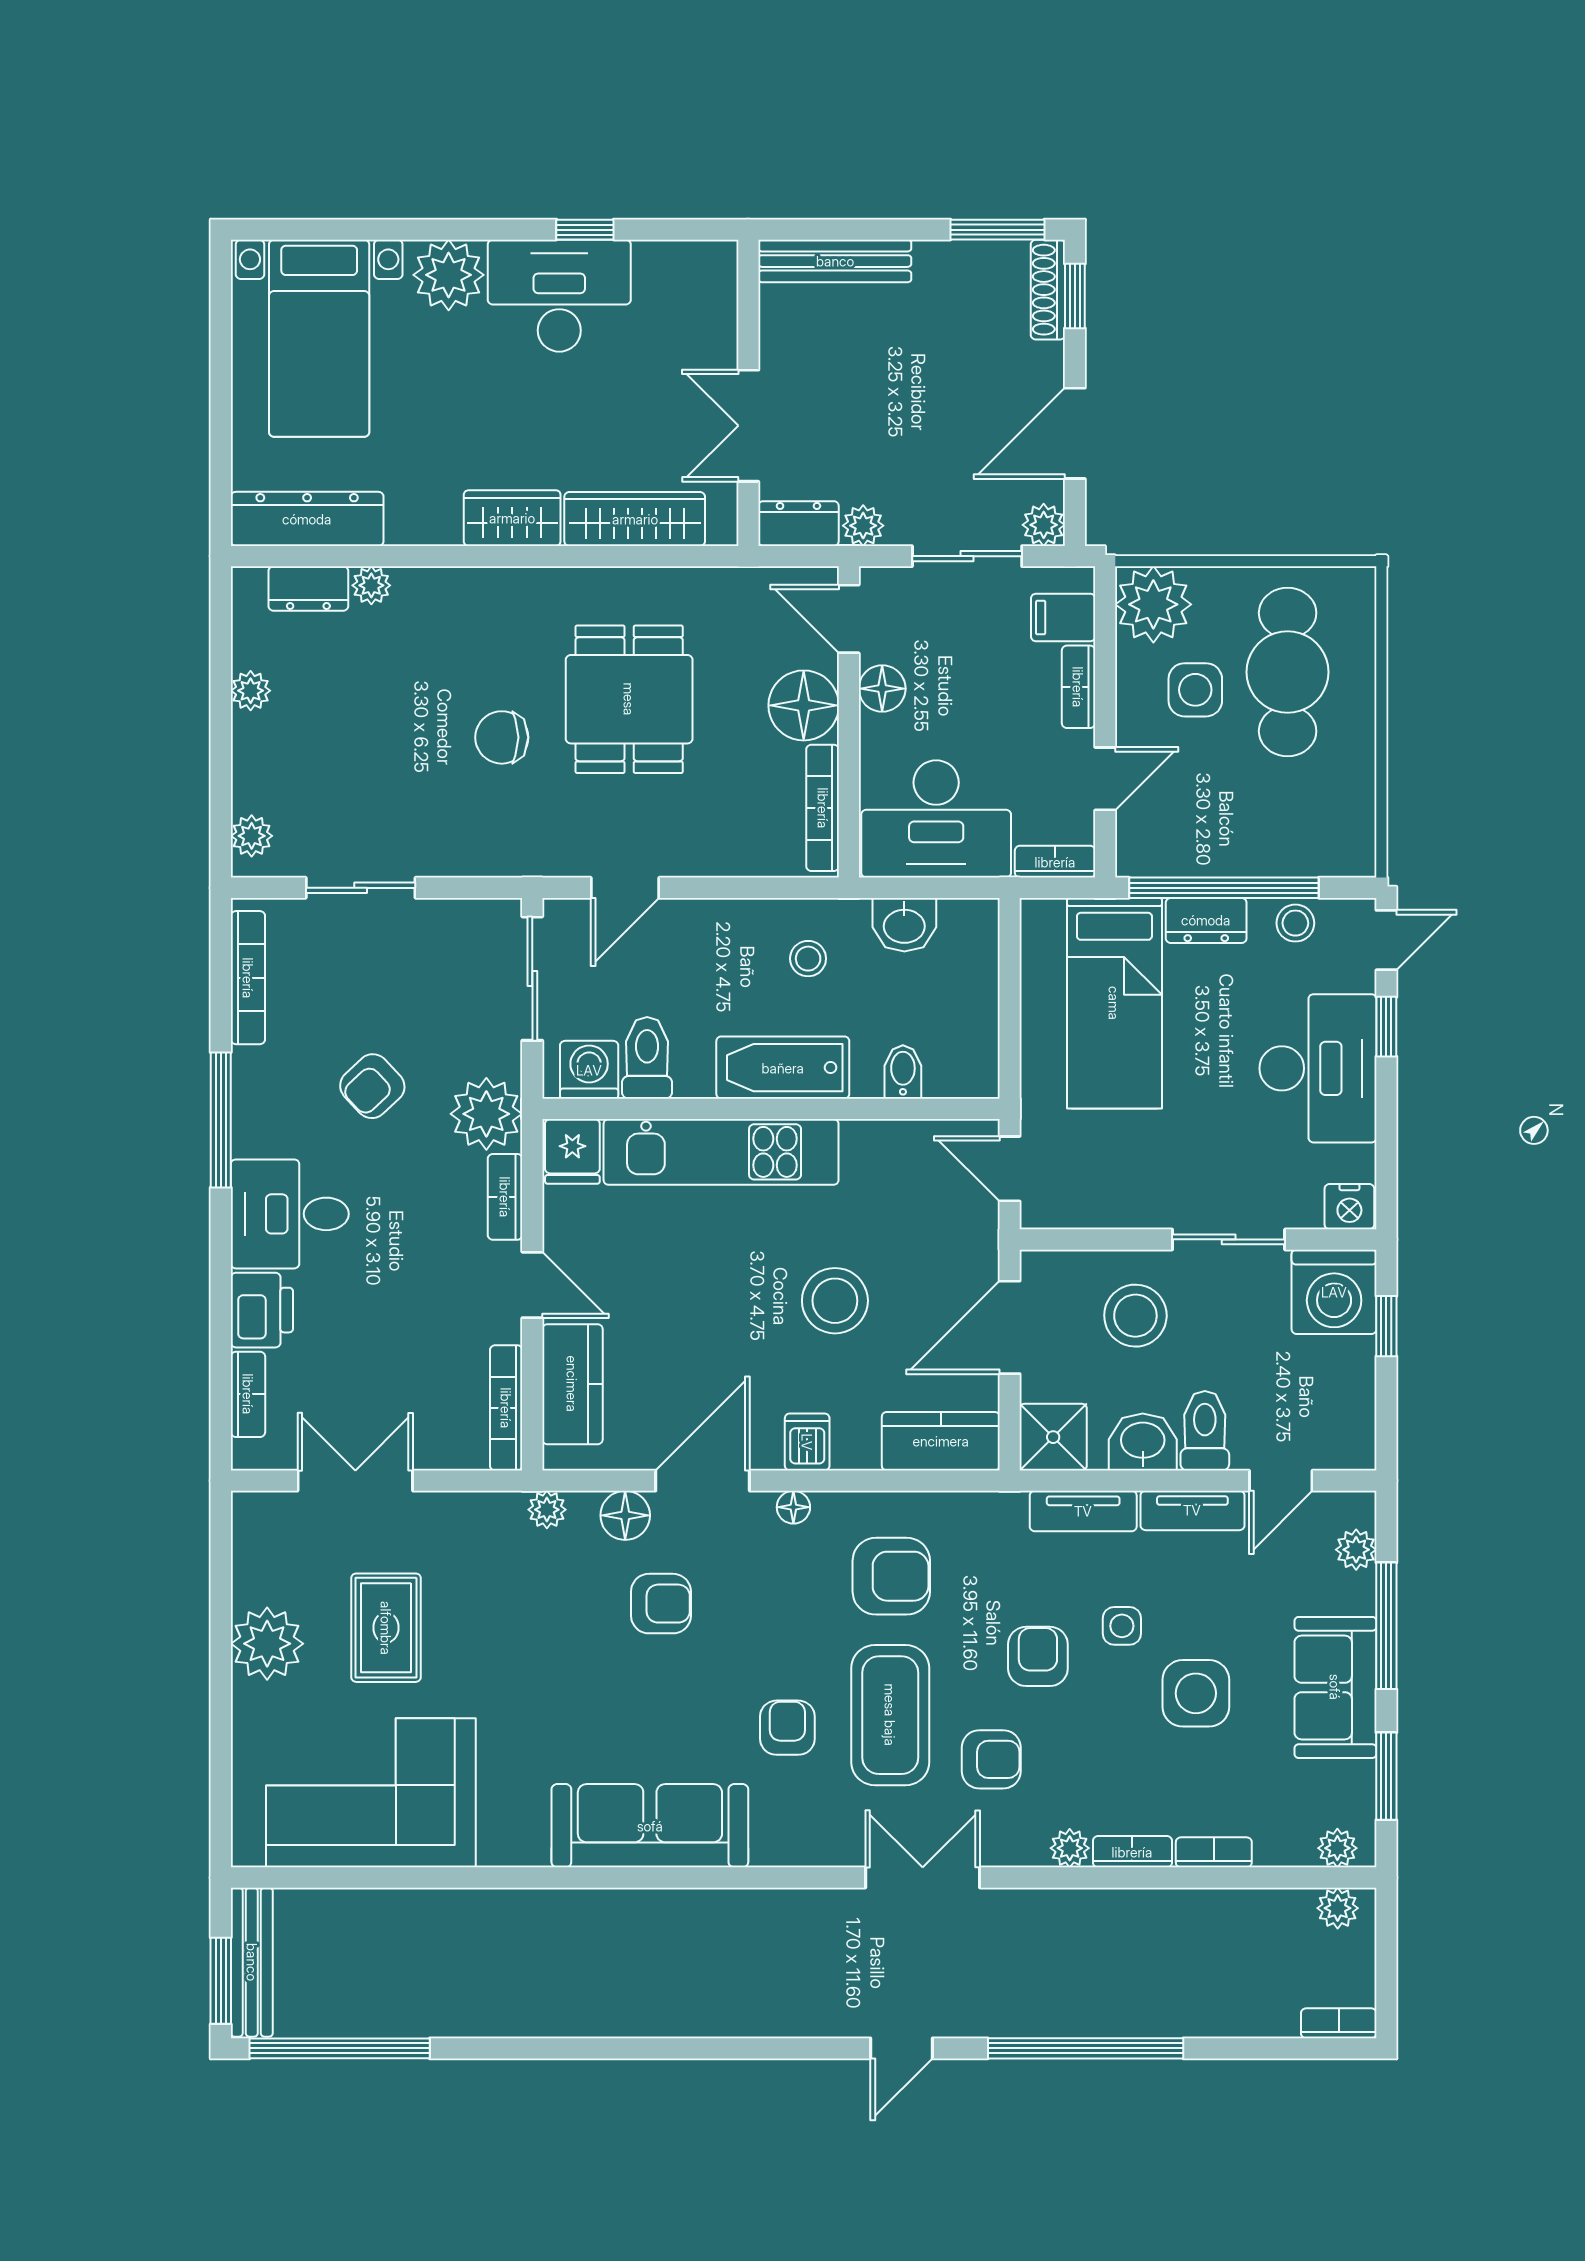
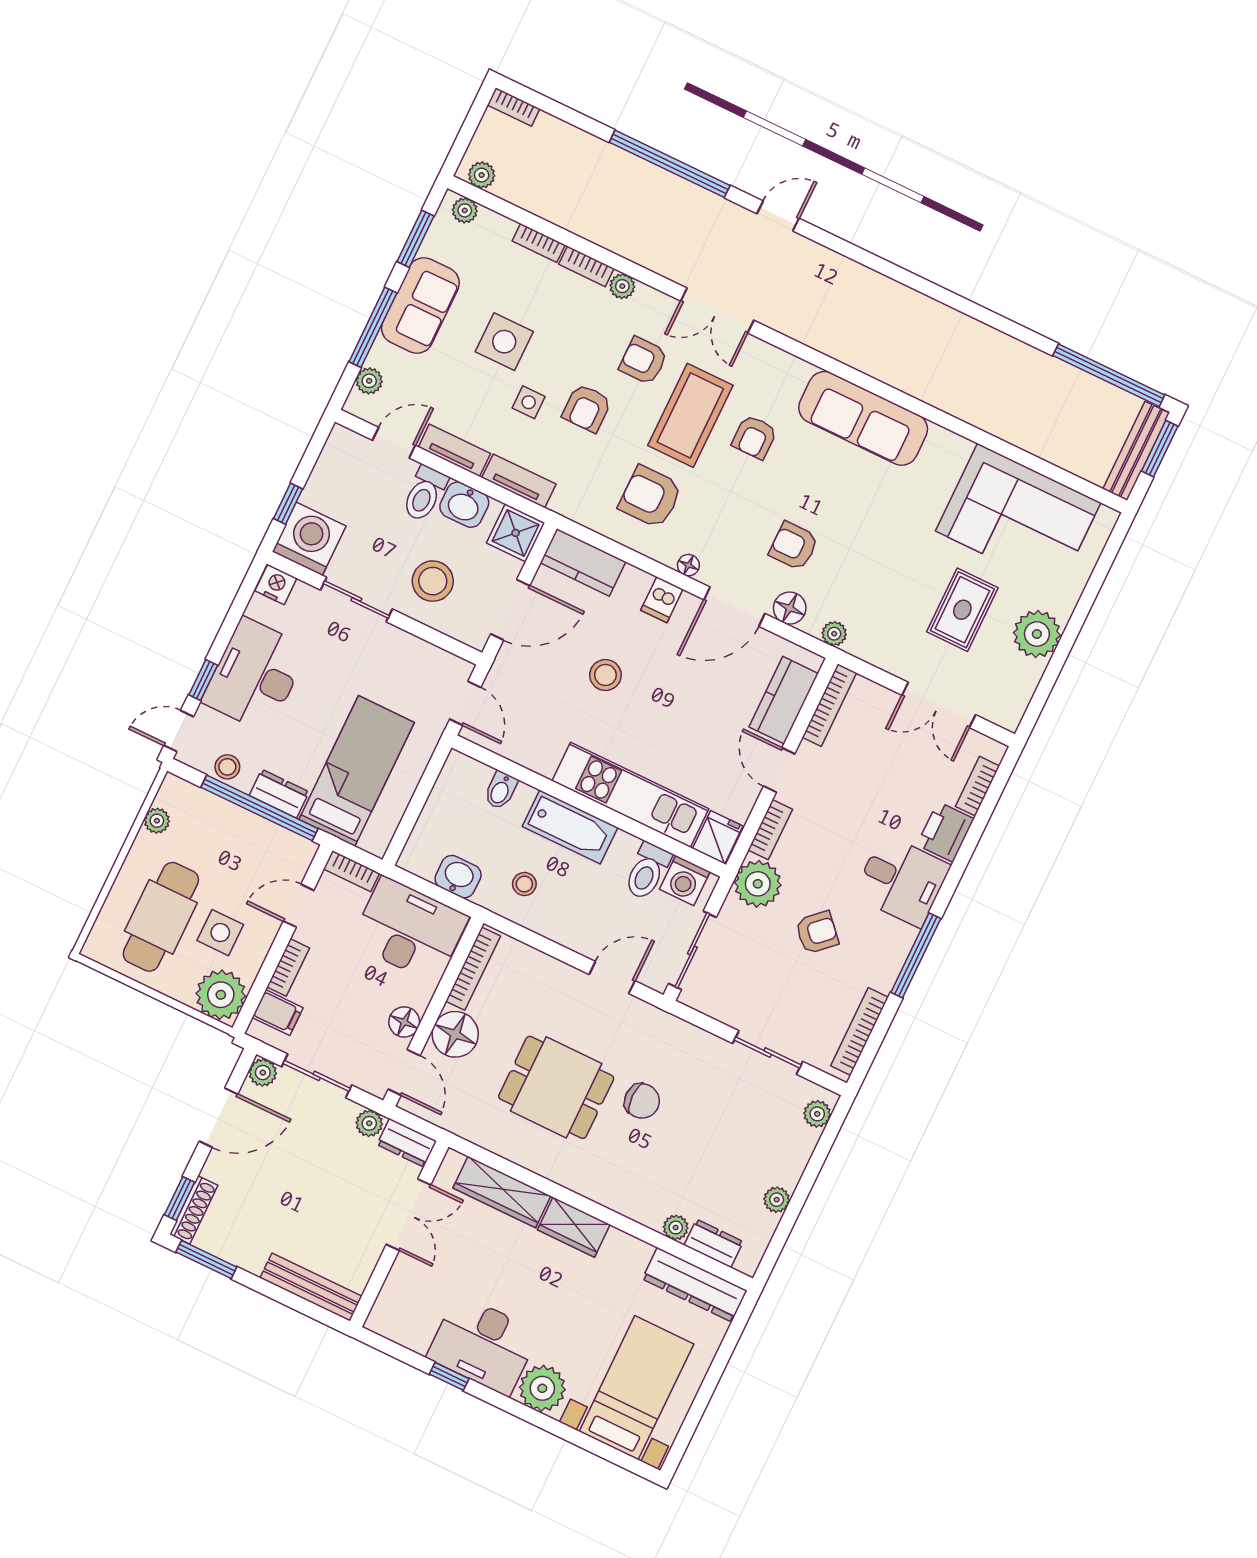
dining table: (629, 699) -> (556, 1087), turned 90
plant: (1357, 802) -> (157, 821), added
stool: (835, 1301) -> (605, 675), width x0.73, depth x0.73

